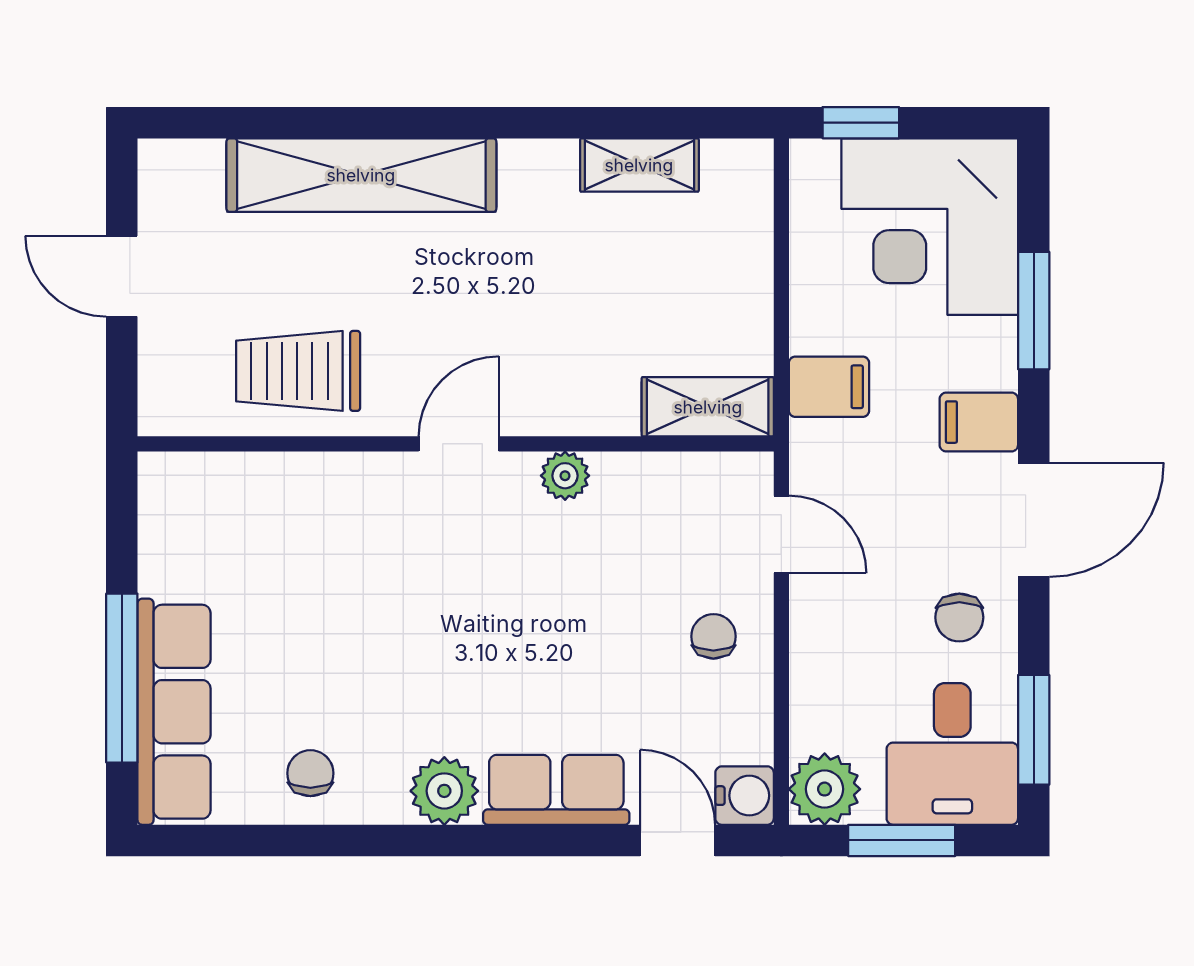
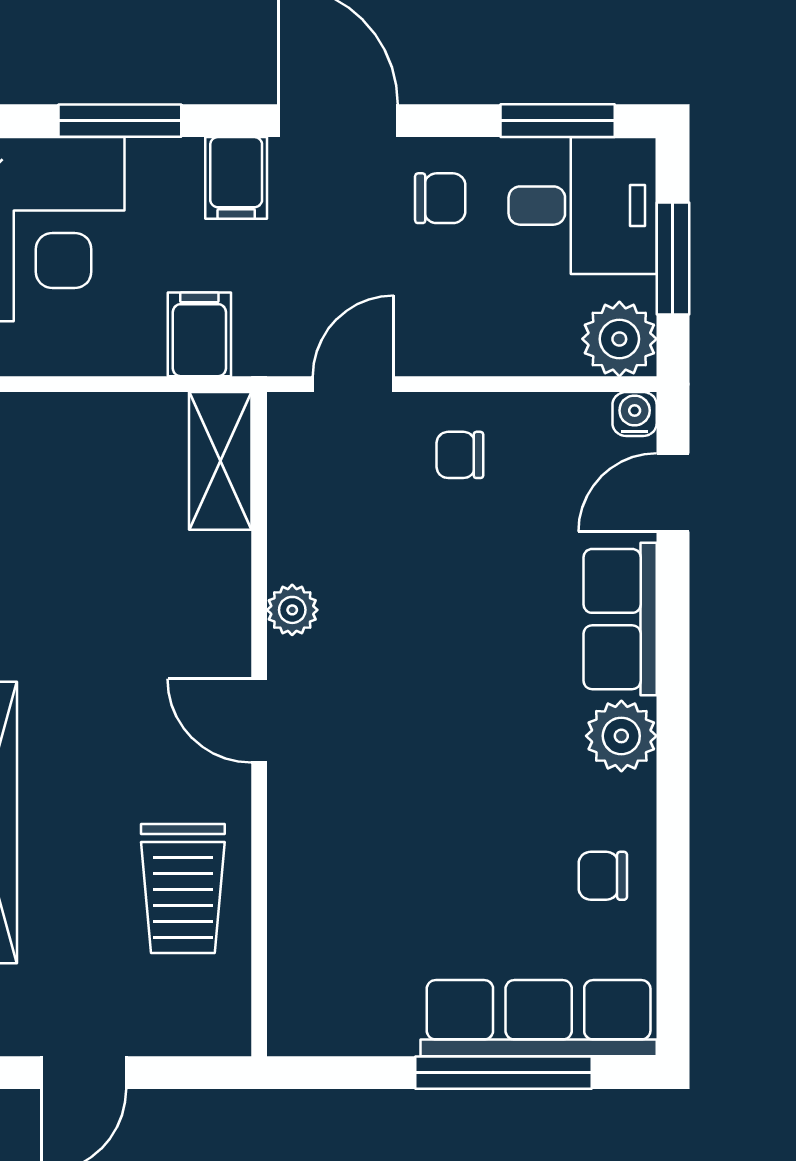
water cooler: (745, 796) -> (635, 414), width x0.72, depth x0.72

